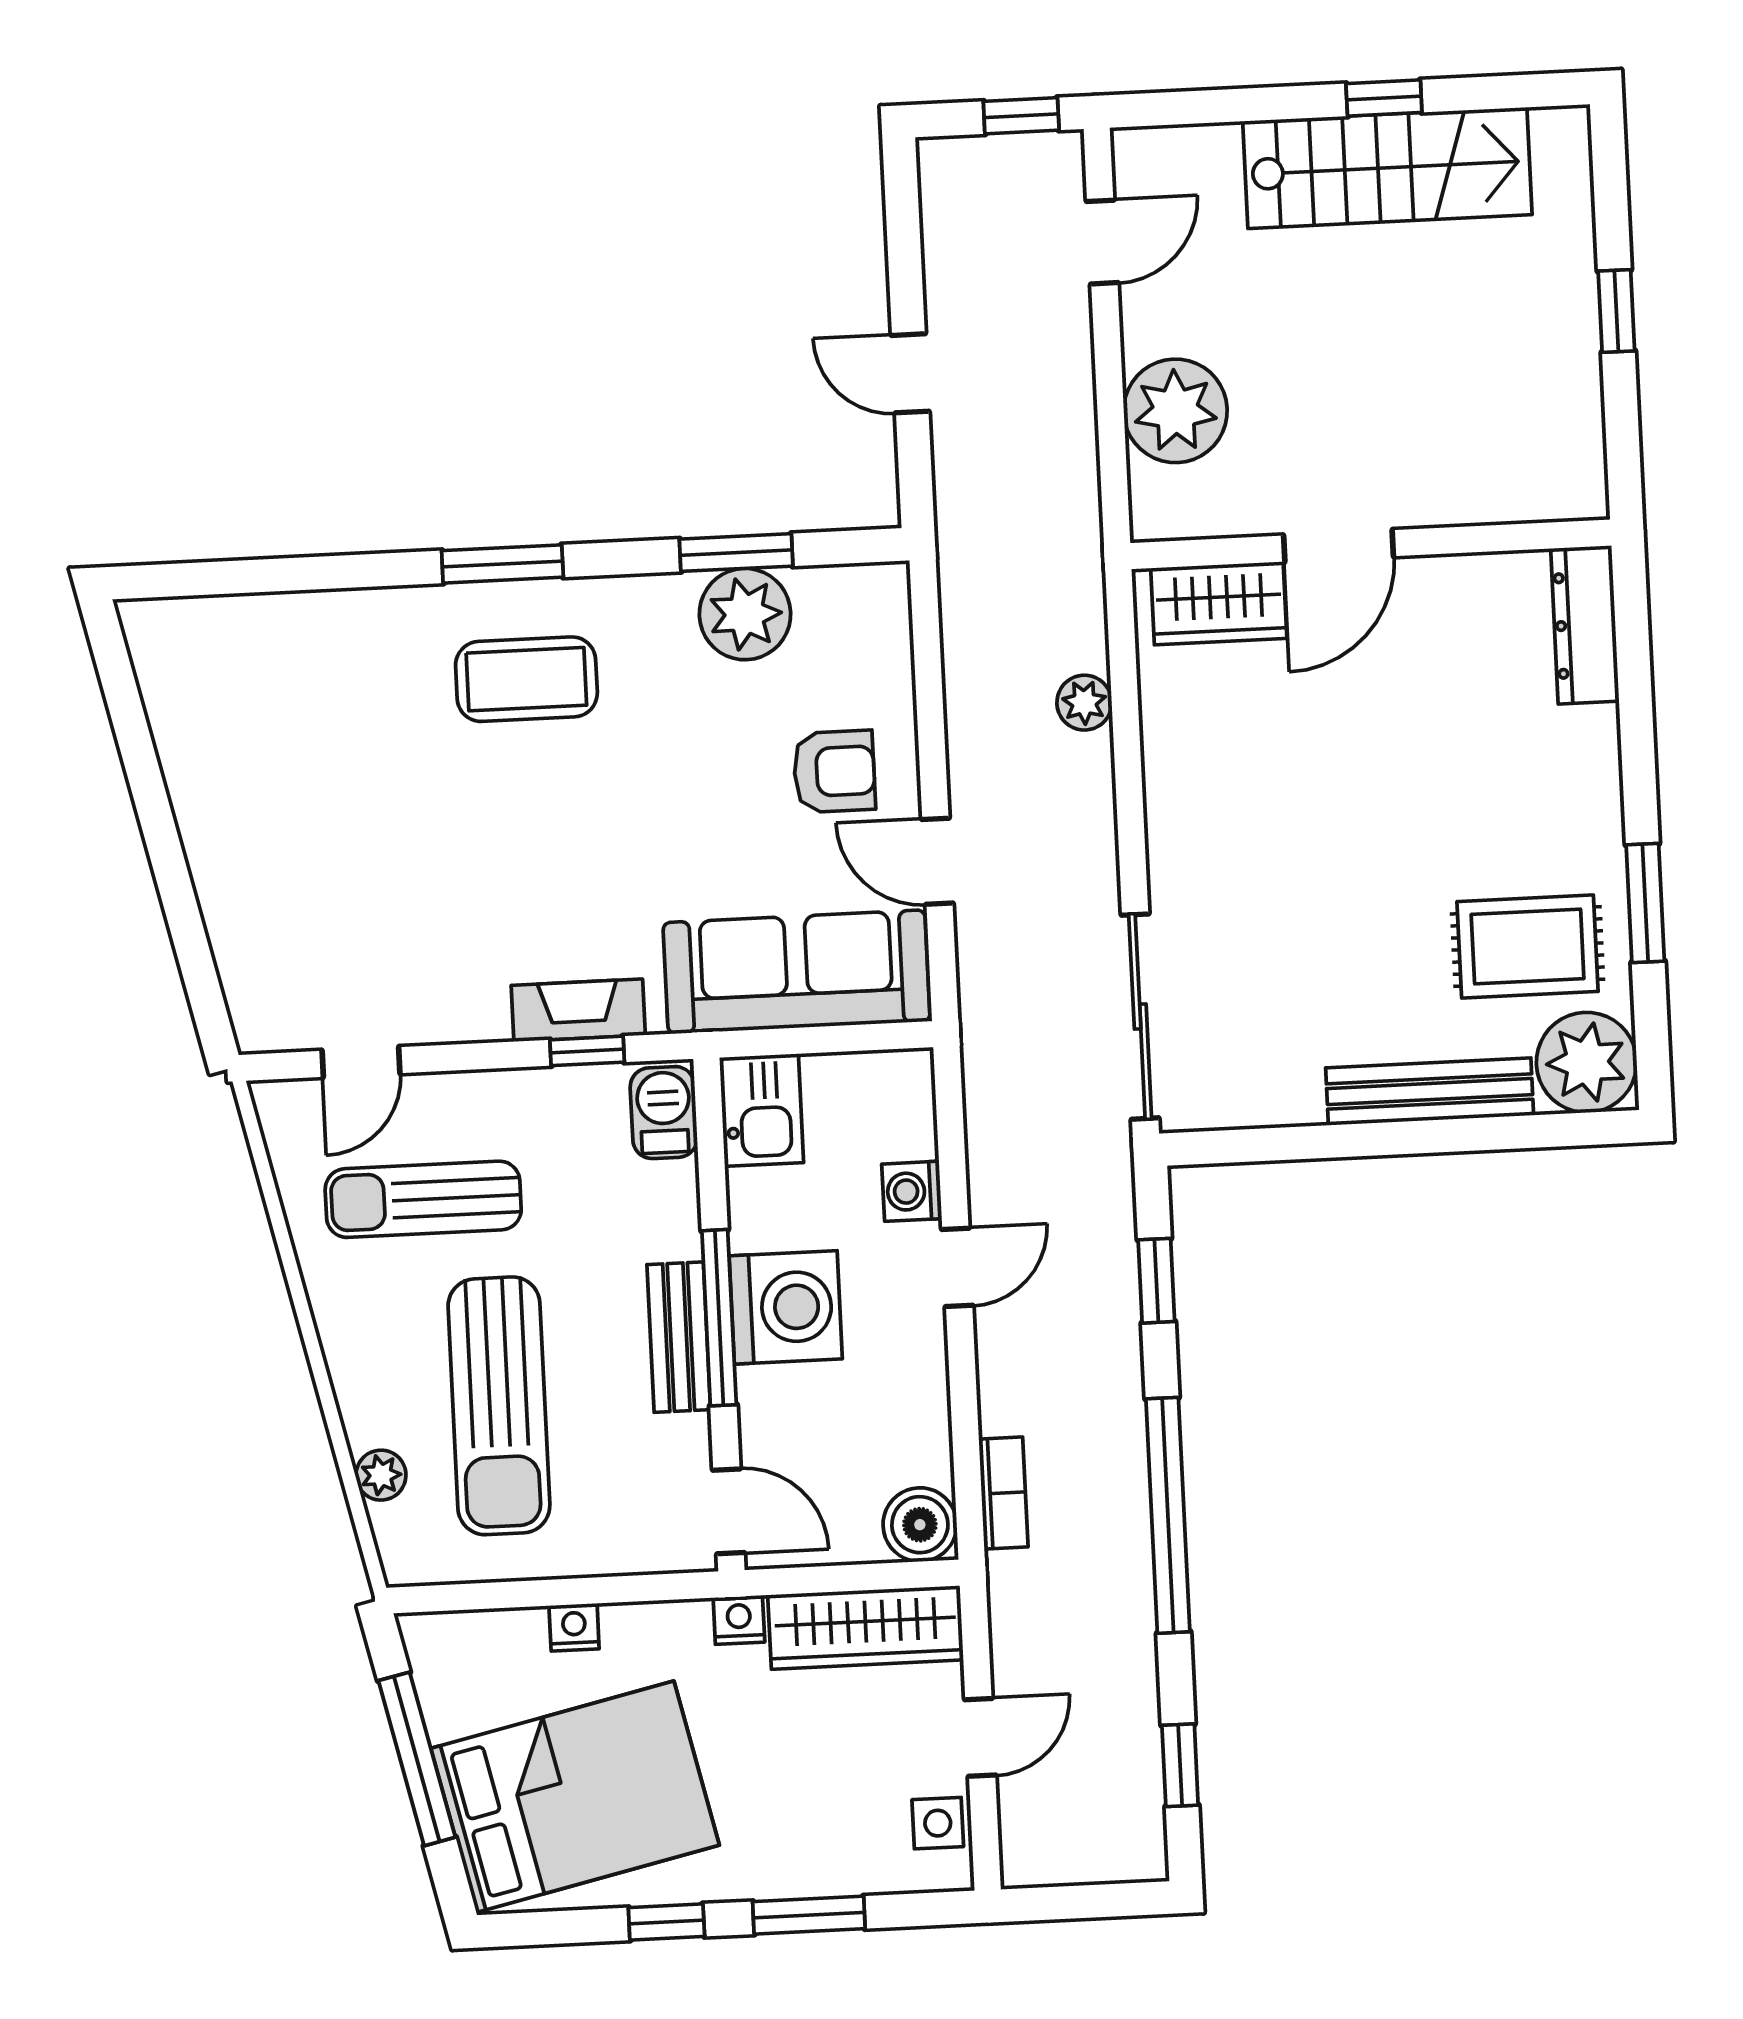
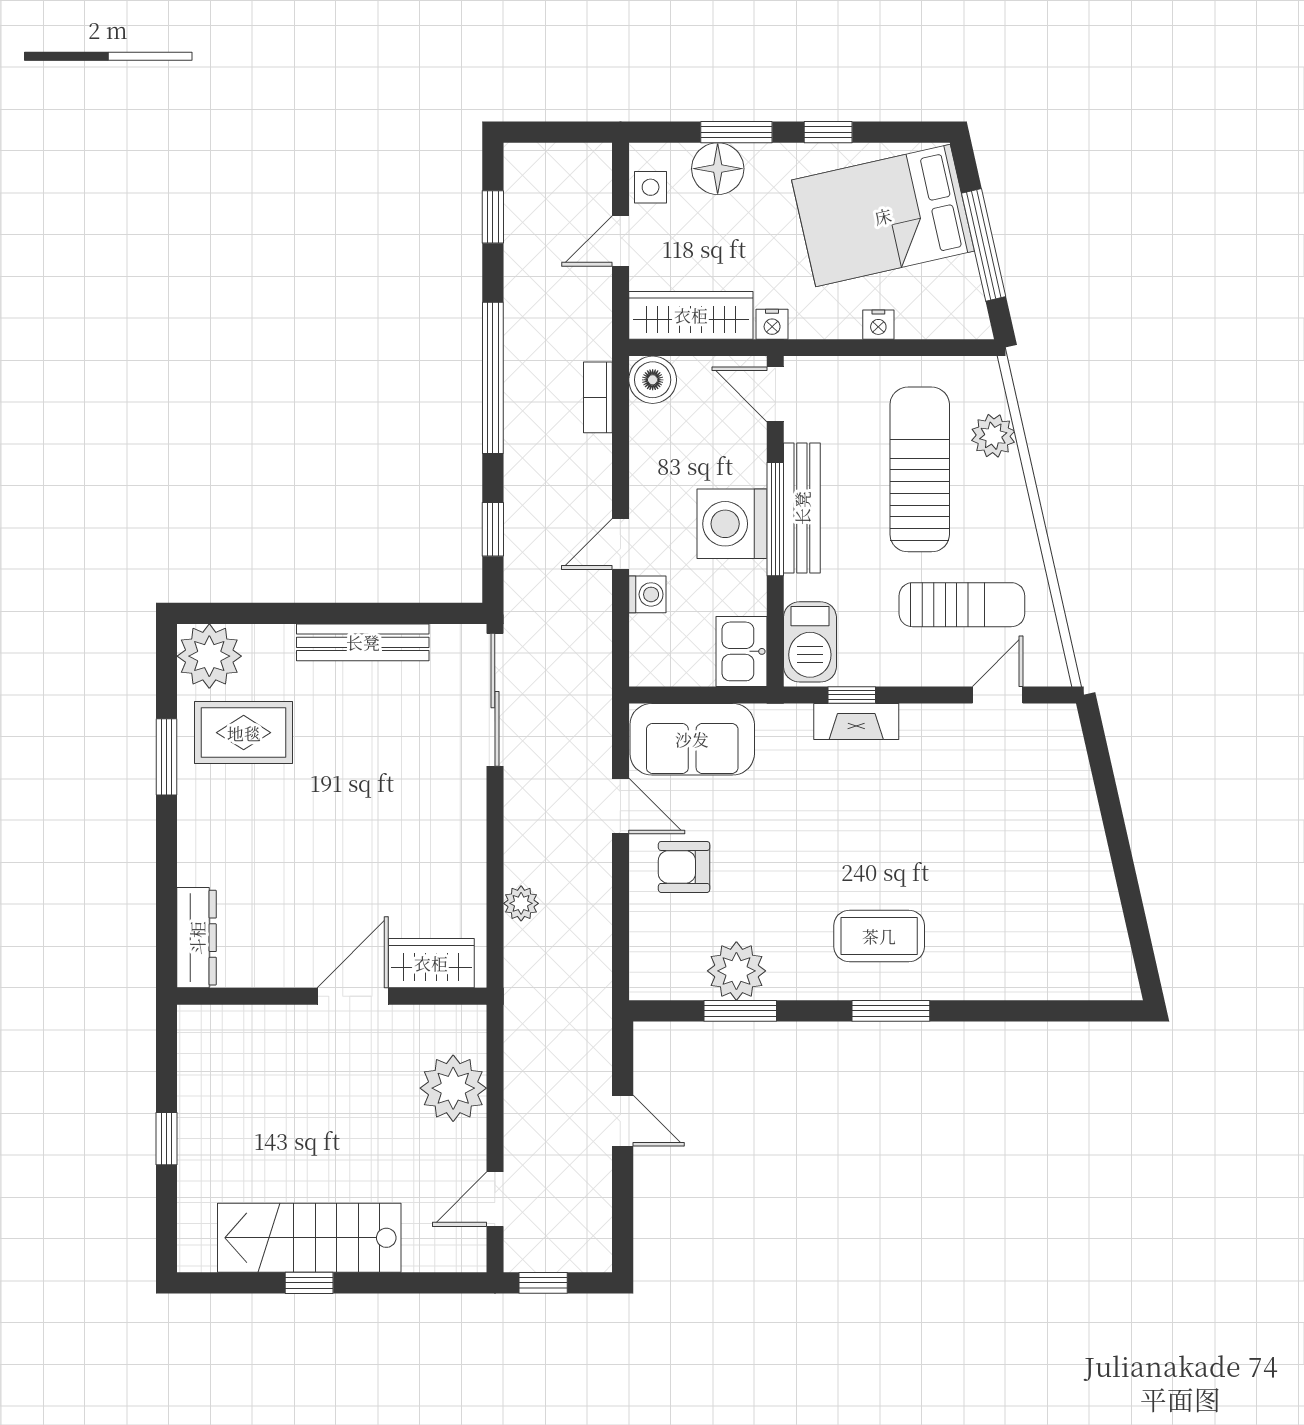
sofa: (797, 972) -> (692, 739), width x0.73
bench: (1430, 1092) -> (363, 642), moved
barbecue: (664, 1113) -> (810, 642), width x1.38, depth x1.27
bench: (679, 1337) -> (802, 508), width x1.36
plant: (381, 1475) -> (993, 436), width x1.38, depth x1.38
floor lamp: (835, 1857) -> (718, 169), added

